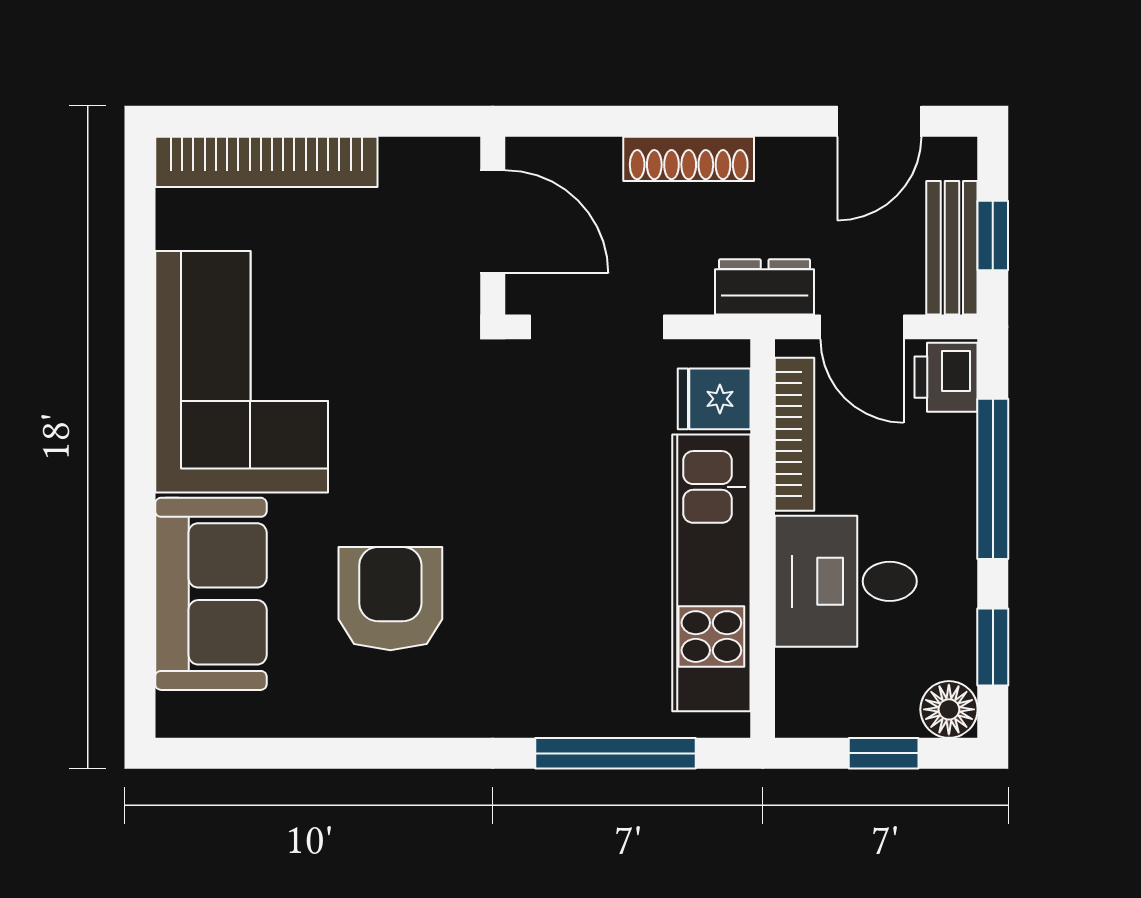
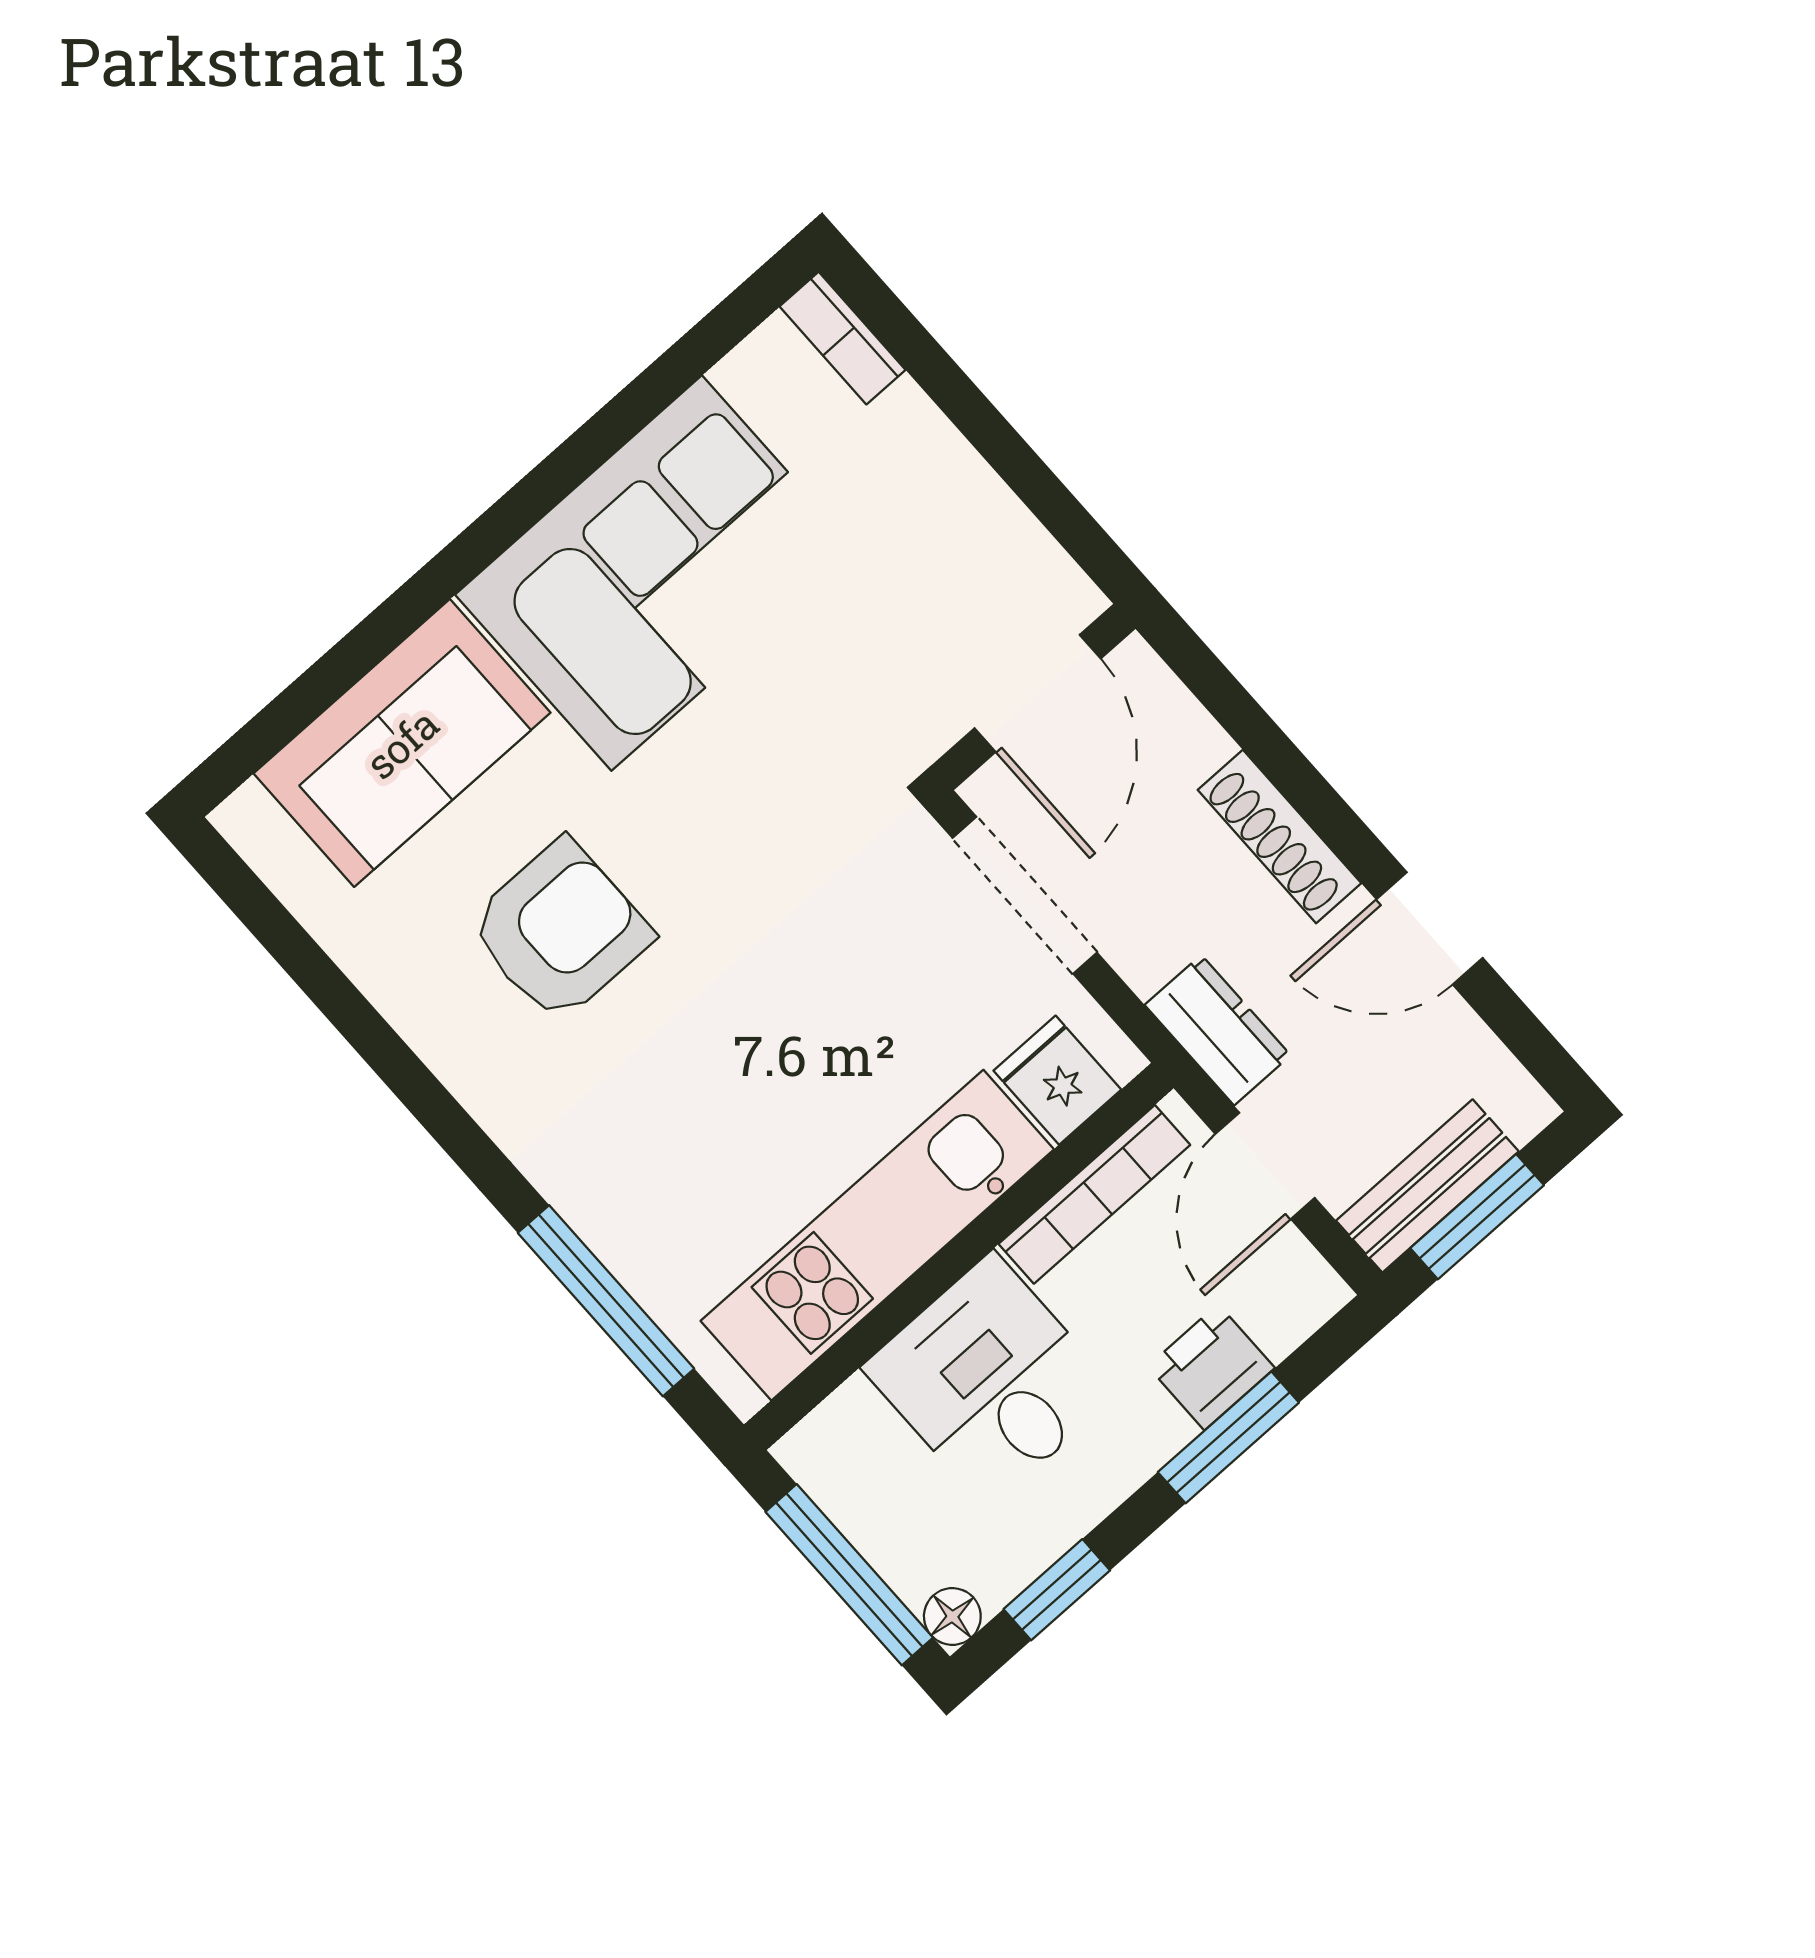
door: (879, 121) -> (1430, 928), moved
bookcase: (266, 162) -> (842, 338), width x0.43, depth x0.76
window: (993, 235) -> (1477, 1217), width x1.50
printer: (946, 377) -> (1211, 1367), moved
window: (993, 479) -> (1228, 1437), width x0.69
floor lamp: (949, 709) -> (952, 1616), width x0.73, depth x0.73
window: (884, 753) -> (849, 1575), width x2.17

